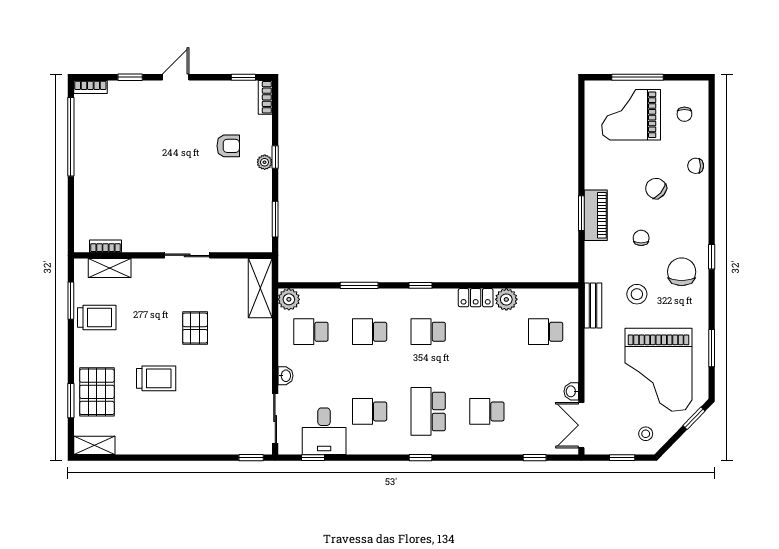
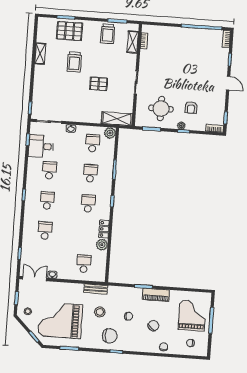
round table: (234, 204) -> (161, 109), added
piano: (596, 215) -> (156, 295), moved
school desk: (428, 411) -> (47, 200), width x0.54
shelving: (94, 445) -> (40, 54), moved

